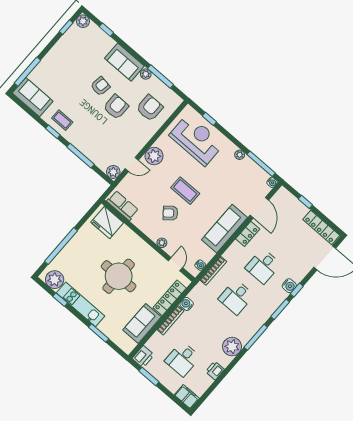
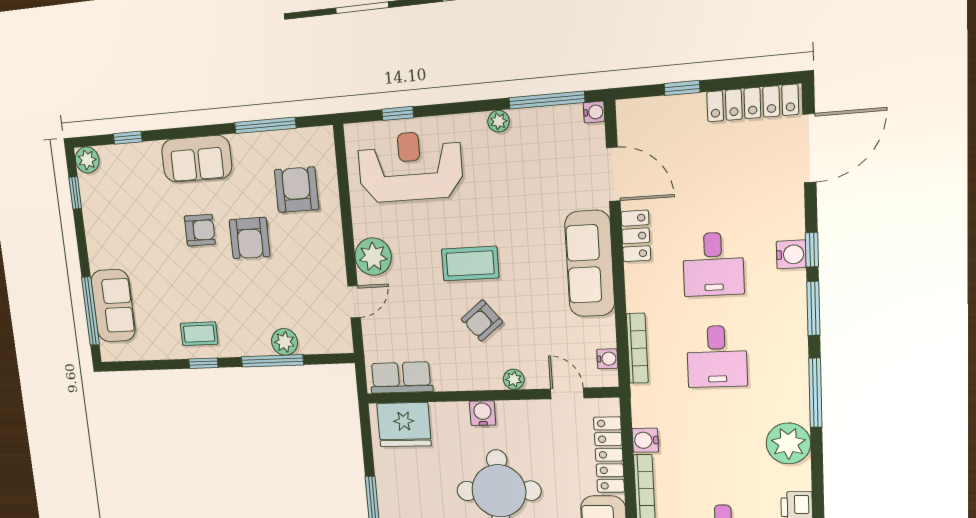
plant: (146, 74) -> (242, 144), removed
armchair: (100, 86) -> (200, 230), turned 81
sofa: (33, 97) -> (113, 306), moved, turned 90
armchair: (116, 107) -> (250, 238), turned 180
plant: (113, 172) -> (285, 342), moved
water cooler: (139, 244) -> (483, 413), added

